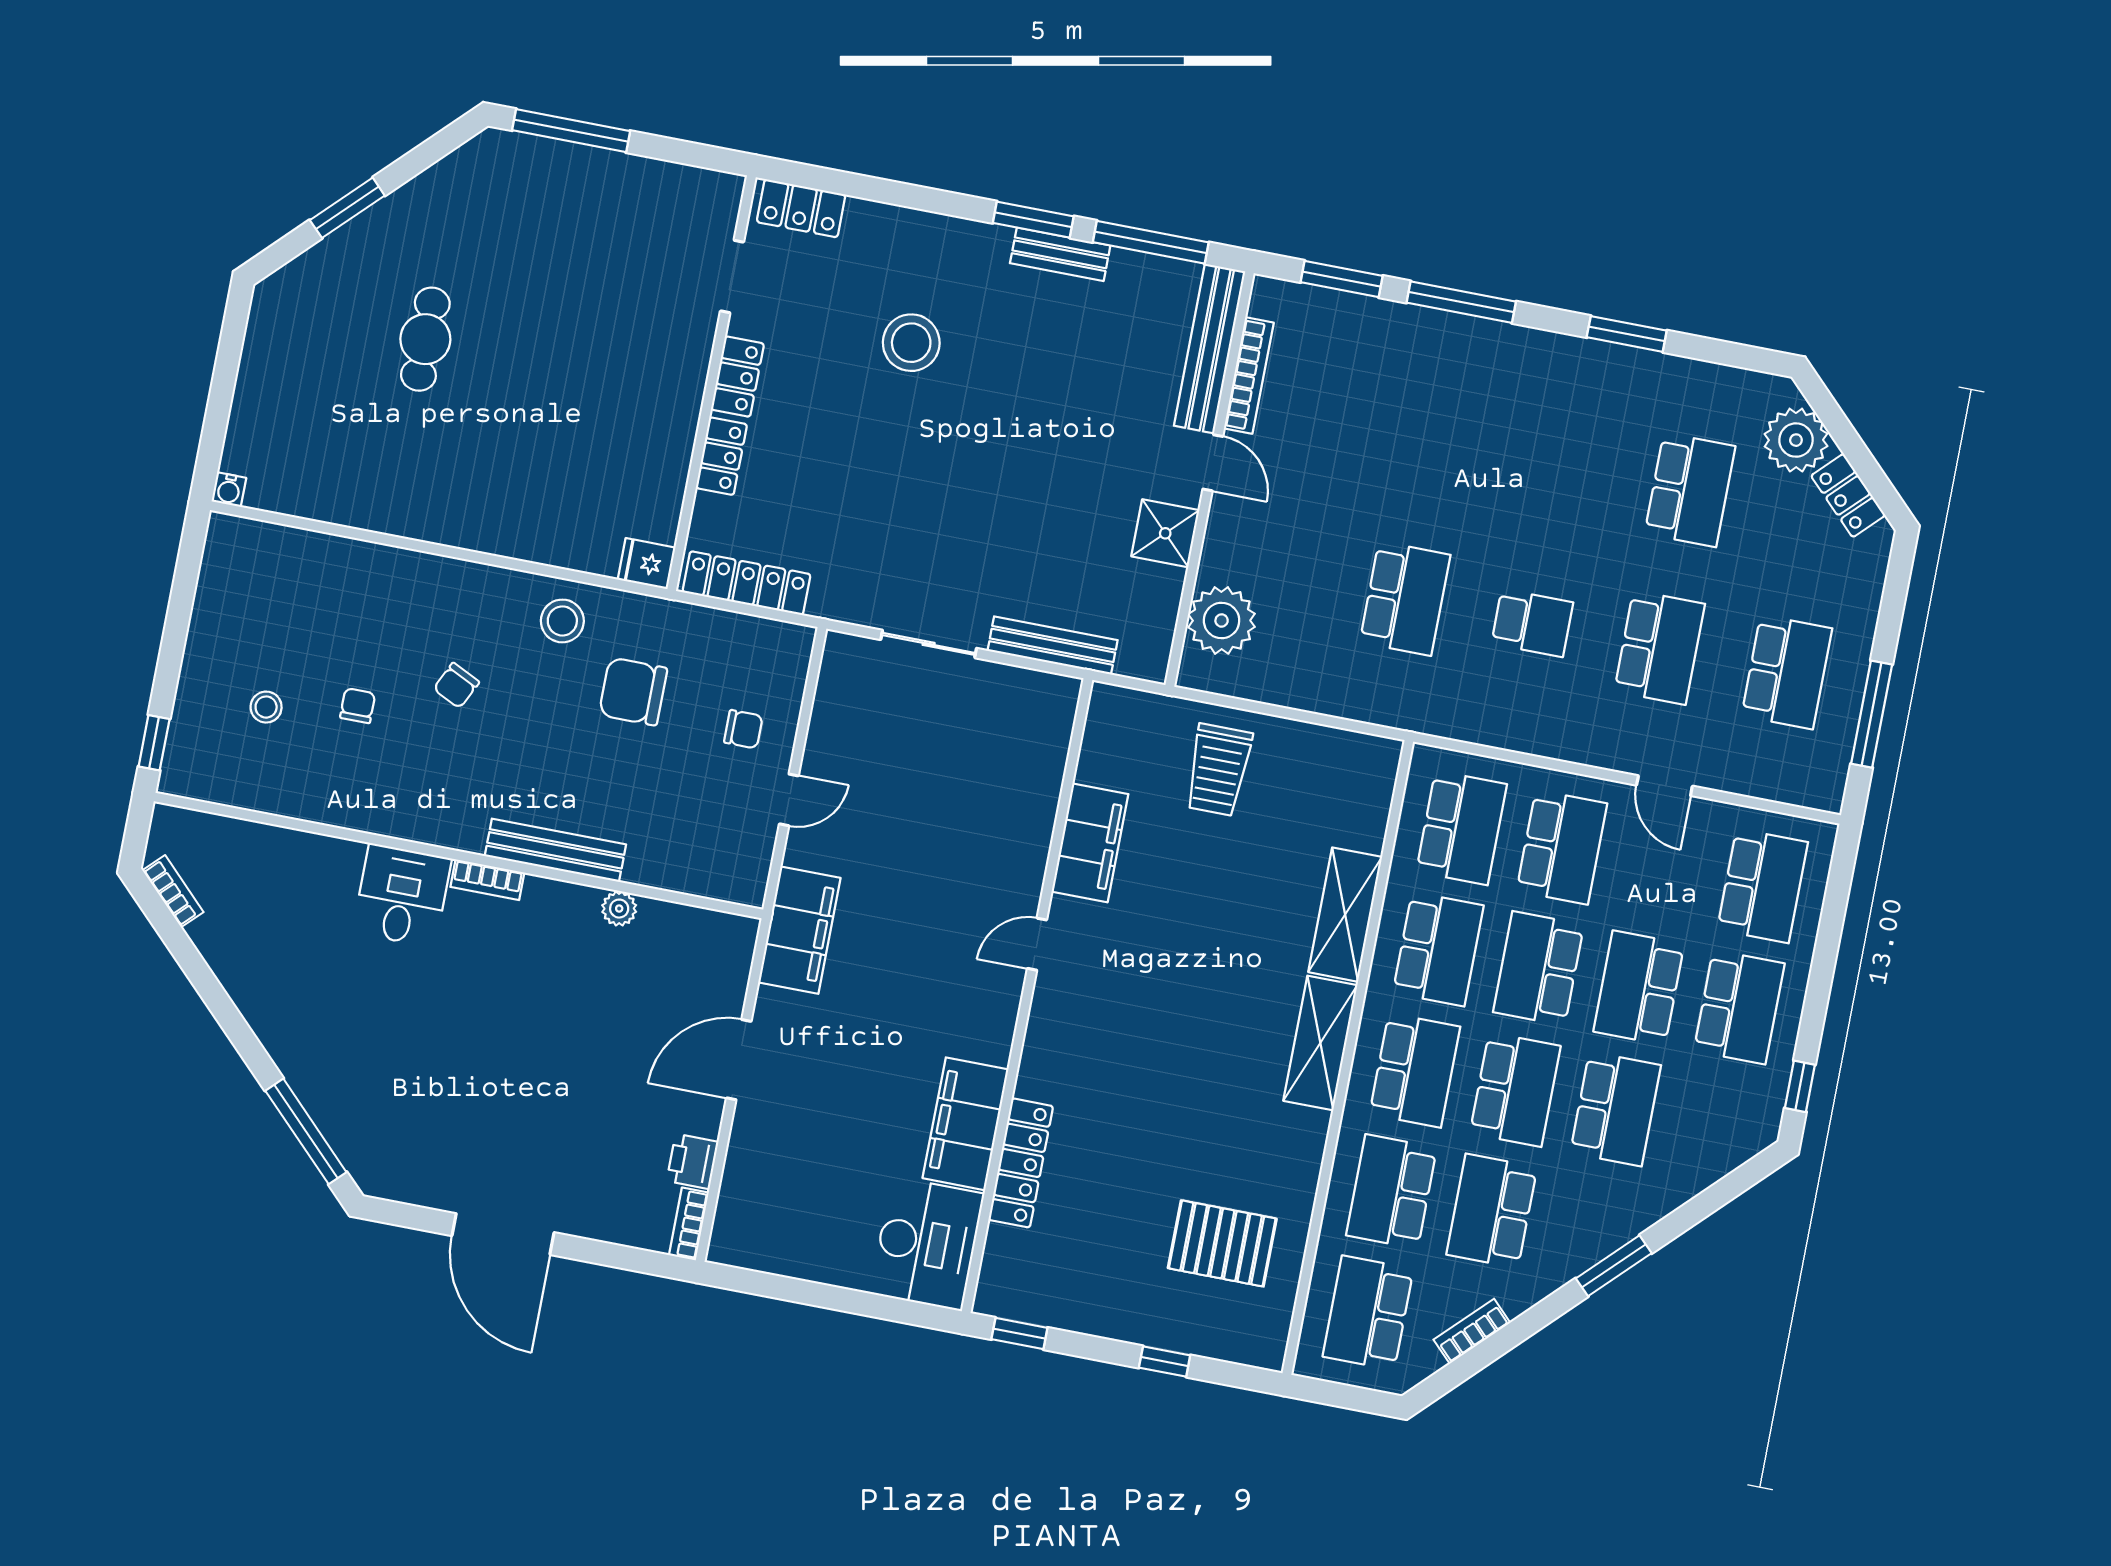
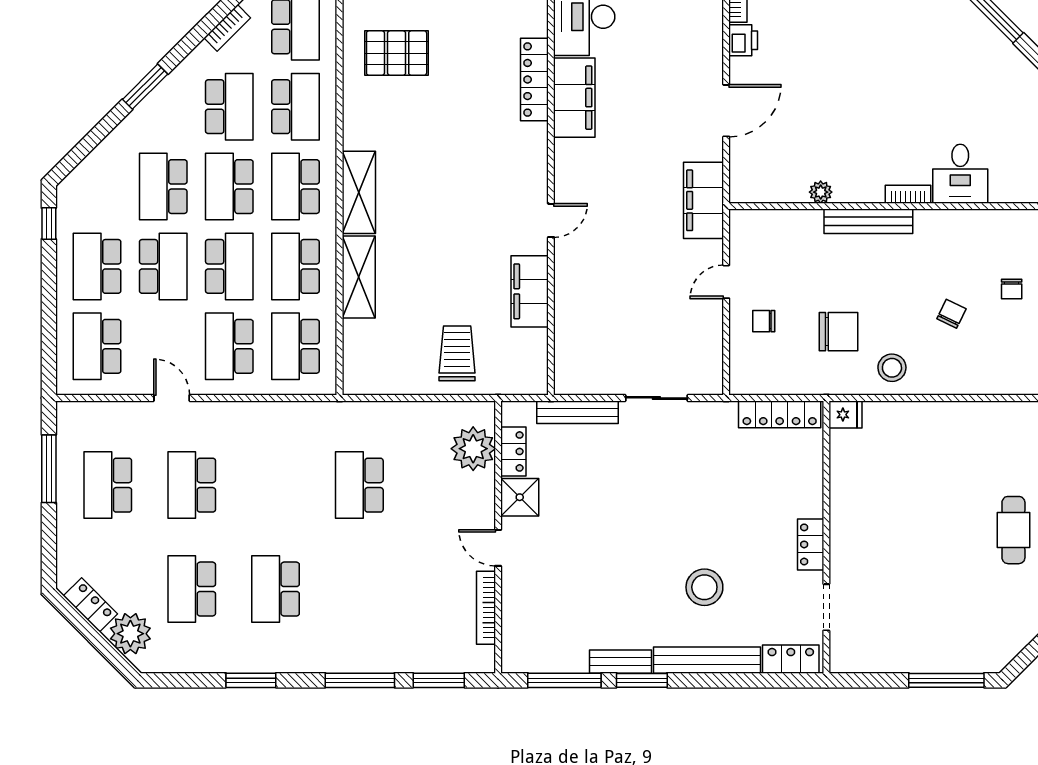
bench: (1210, 349) -> (707, 660), moved, turned 90
locker: (721, 456) -> (513, 451), moved, turned 180
school desk: (1532, 623) -> (276, 589), moved, width x1.85

